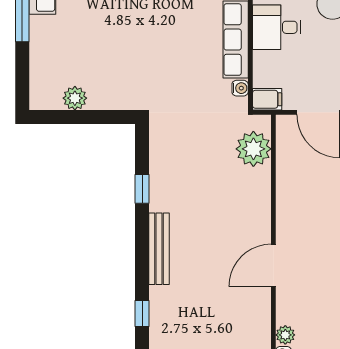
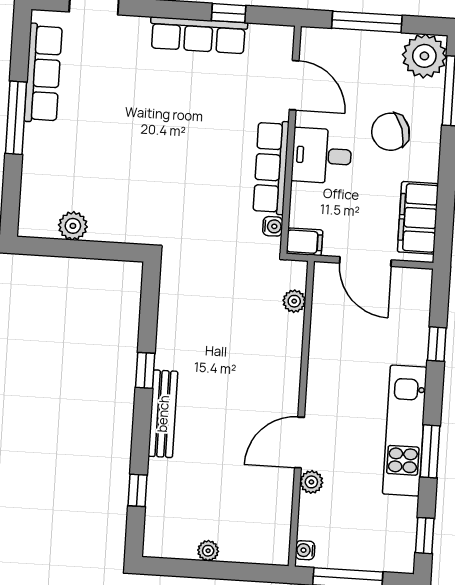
plant: (253, 149) -> (294, 301), width x0.53, depth x0.53
window: (142, 189) -> (145, 370), moved
plant: (285, 335) -> (311, 482), moved

